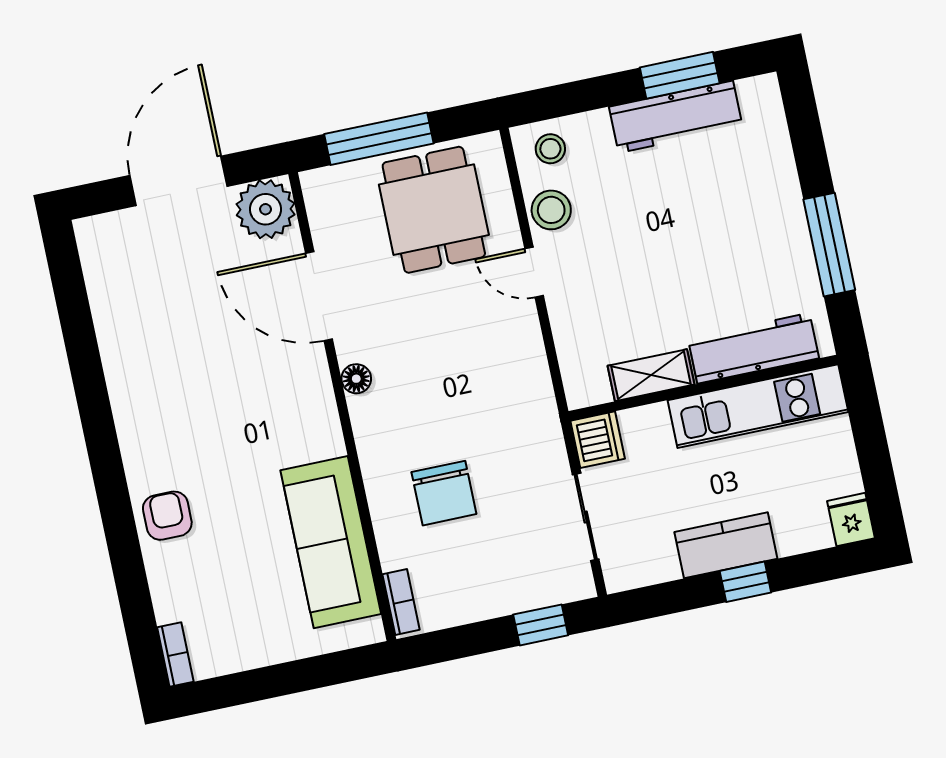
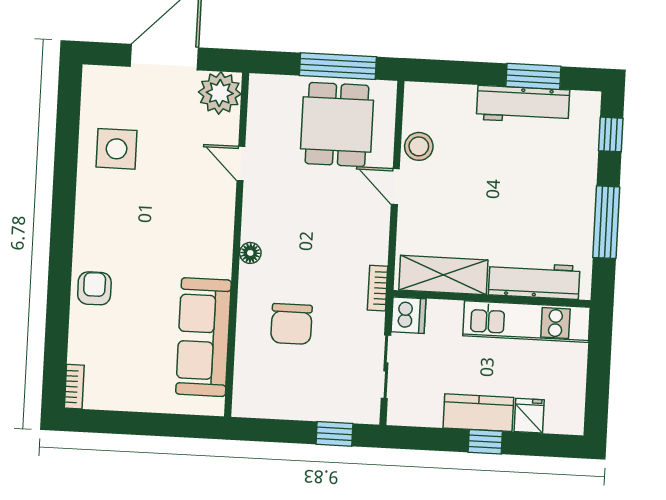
window: (804, 125) -> (611, 134), added
window: (379, 139) -> (338, 66), moved
stool: (550, 149) -> (430, 104), removed
door: (319, 296) -> (241, 164), width x0.53
side table: (147, 321) -> (117, 149), added
shelving: (651, 375) -> (443, 275), width x1.50, depth x1.33
floor lamp: (356, 379) -> (250, 253), moved
fridge: (851, 520) -> (529, 416), moved
bookcase: (401, 602) -> (378, 288), moved, turned 180

